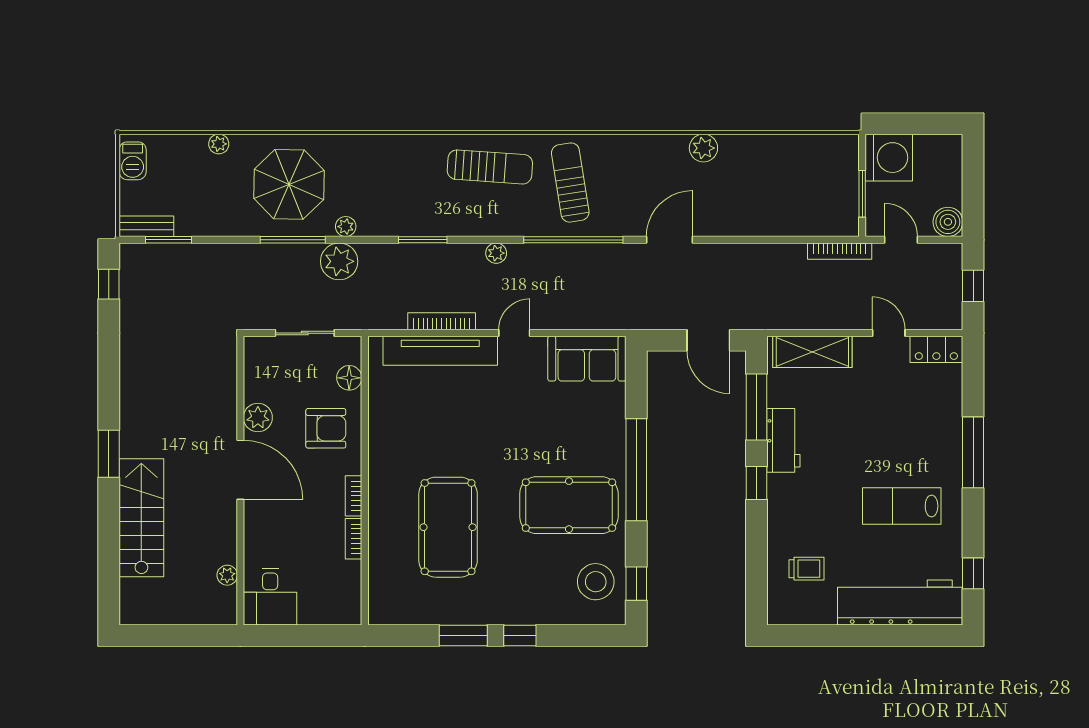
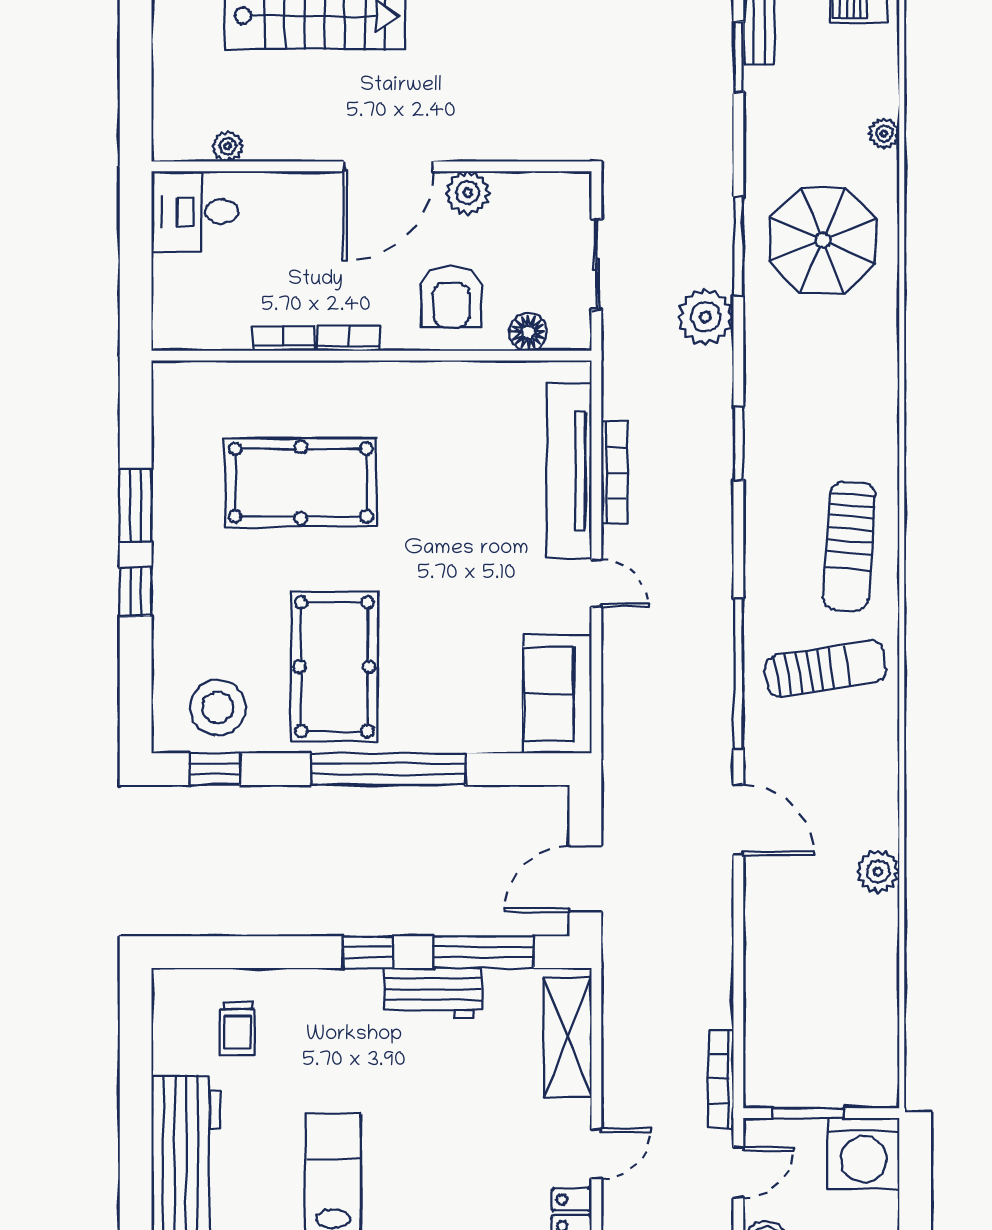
plant: (346, 227) -> (759, 327), removed
plant: (496, 253) -> (718, 556), removed

